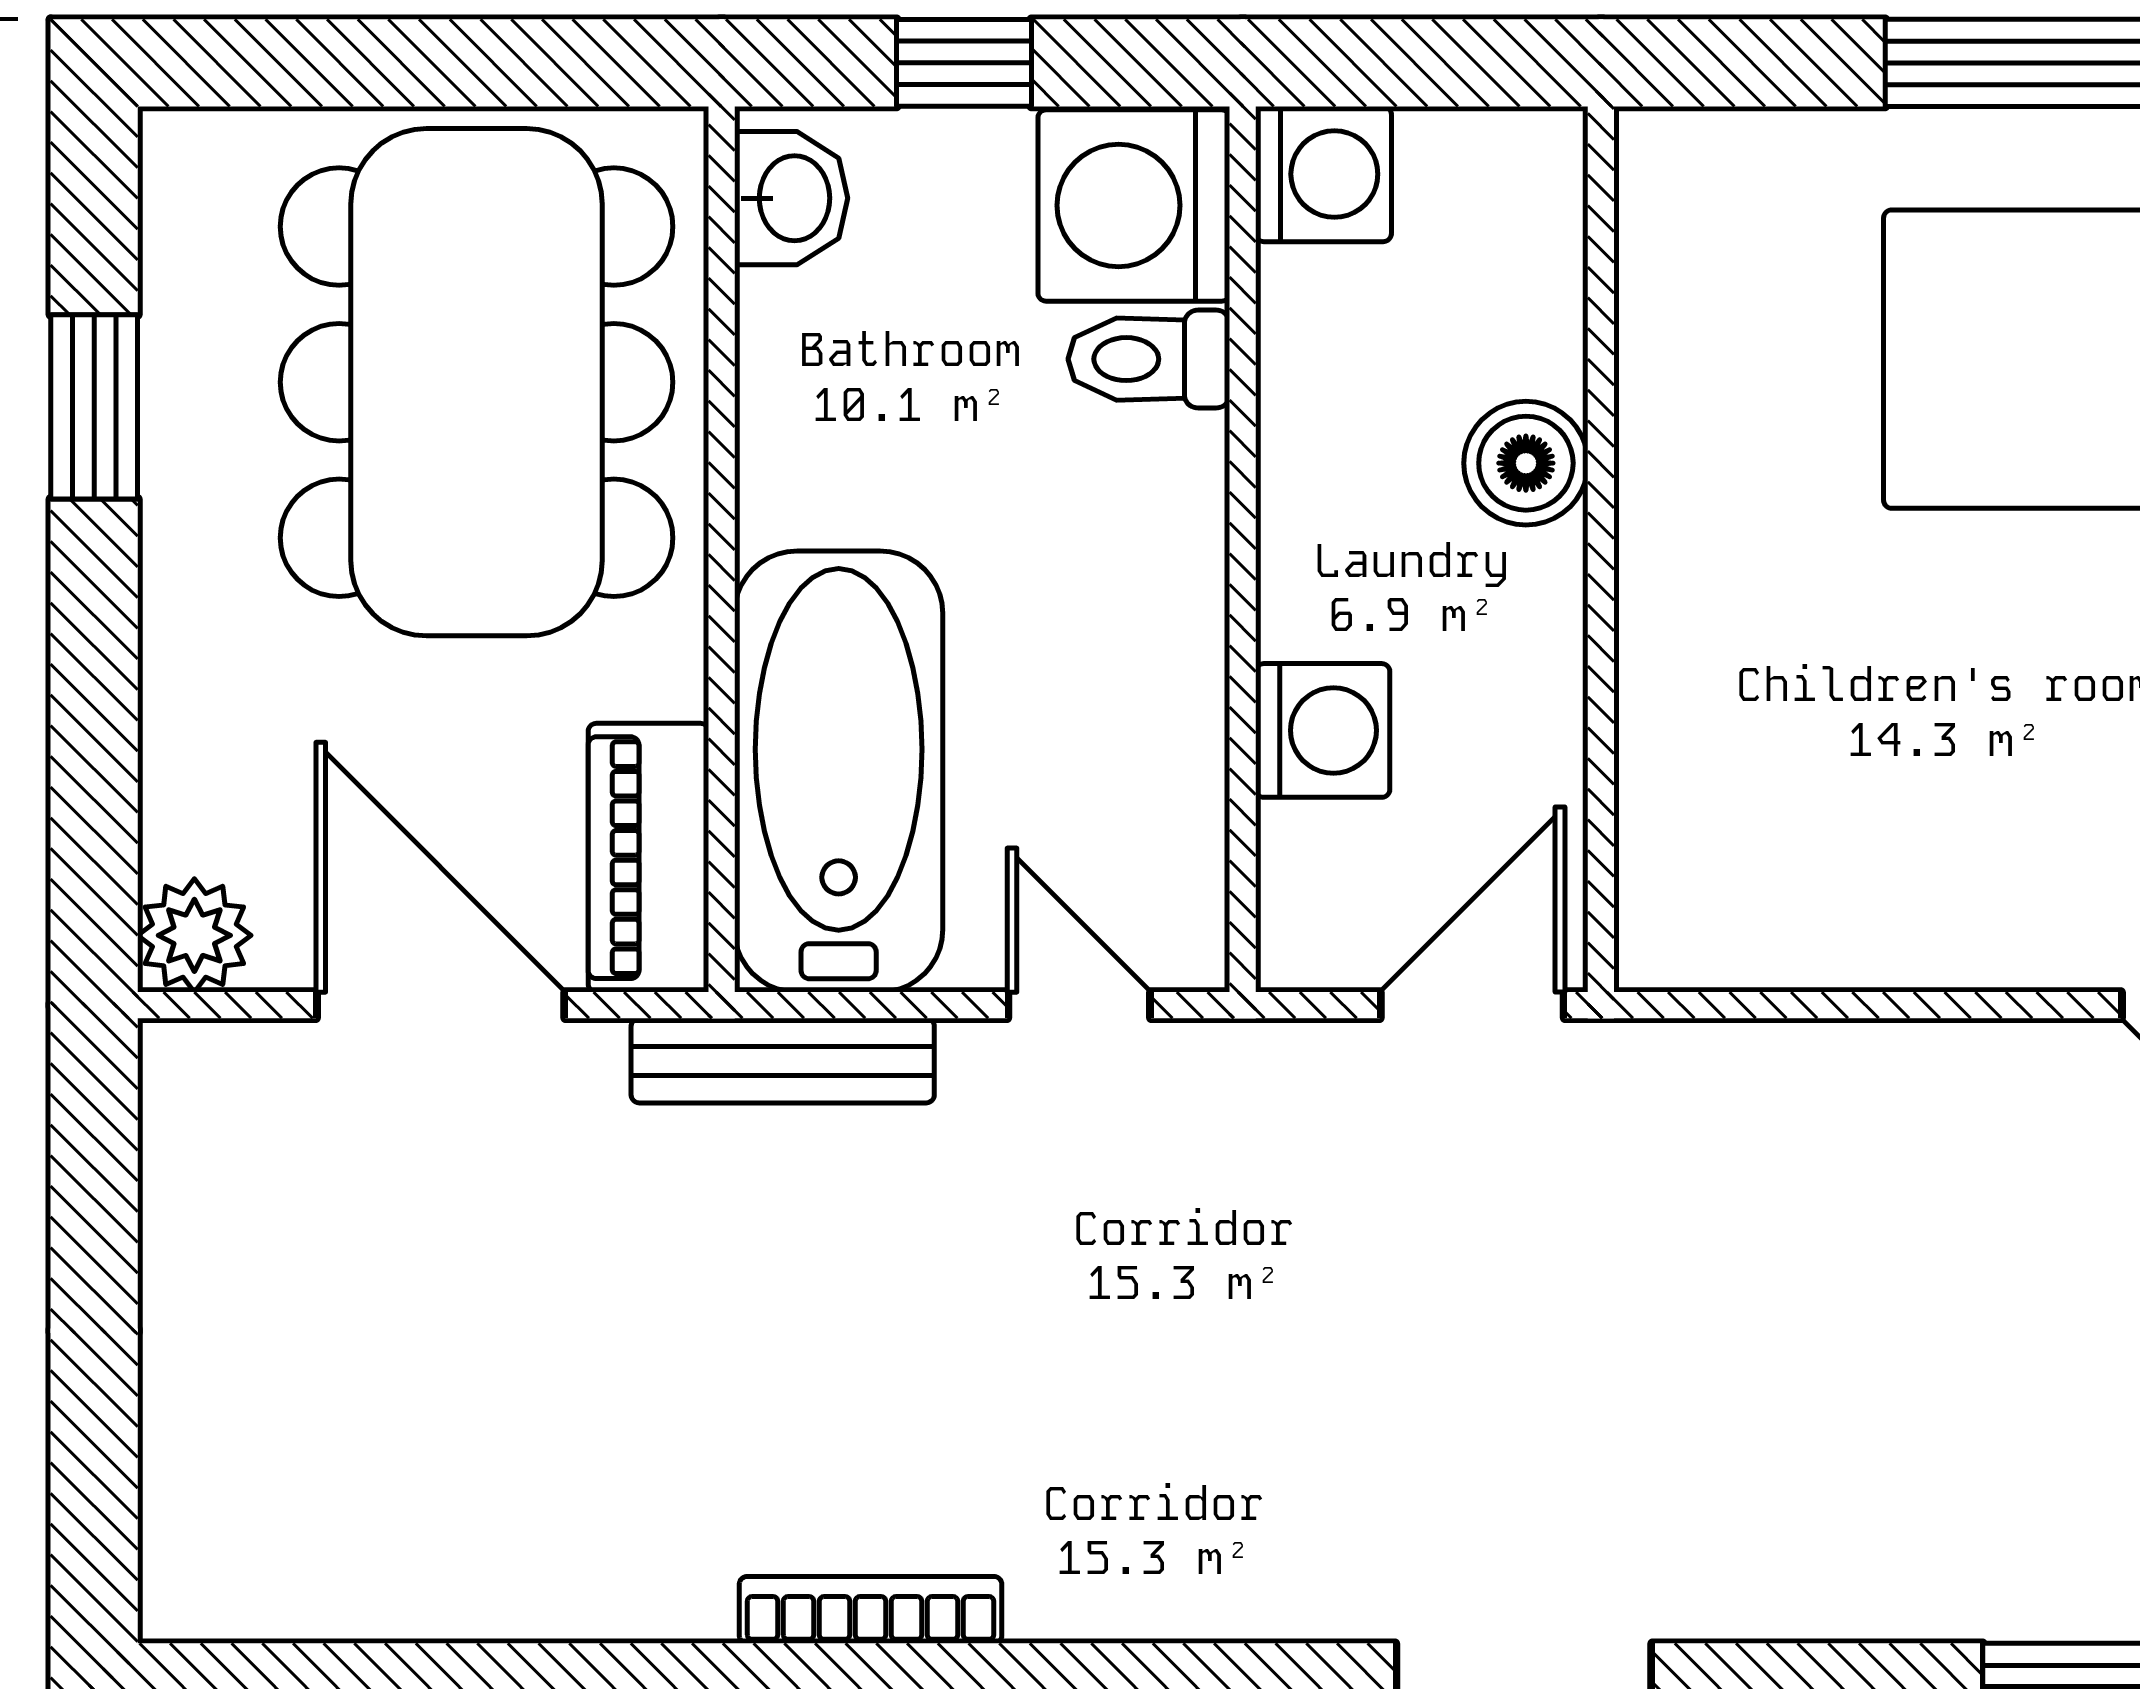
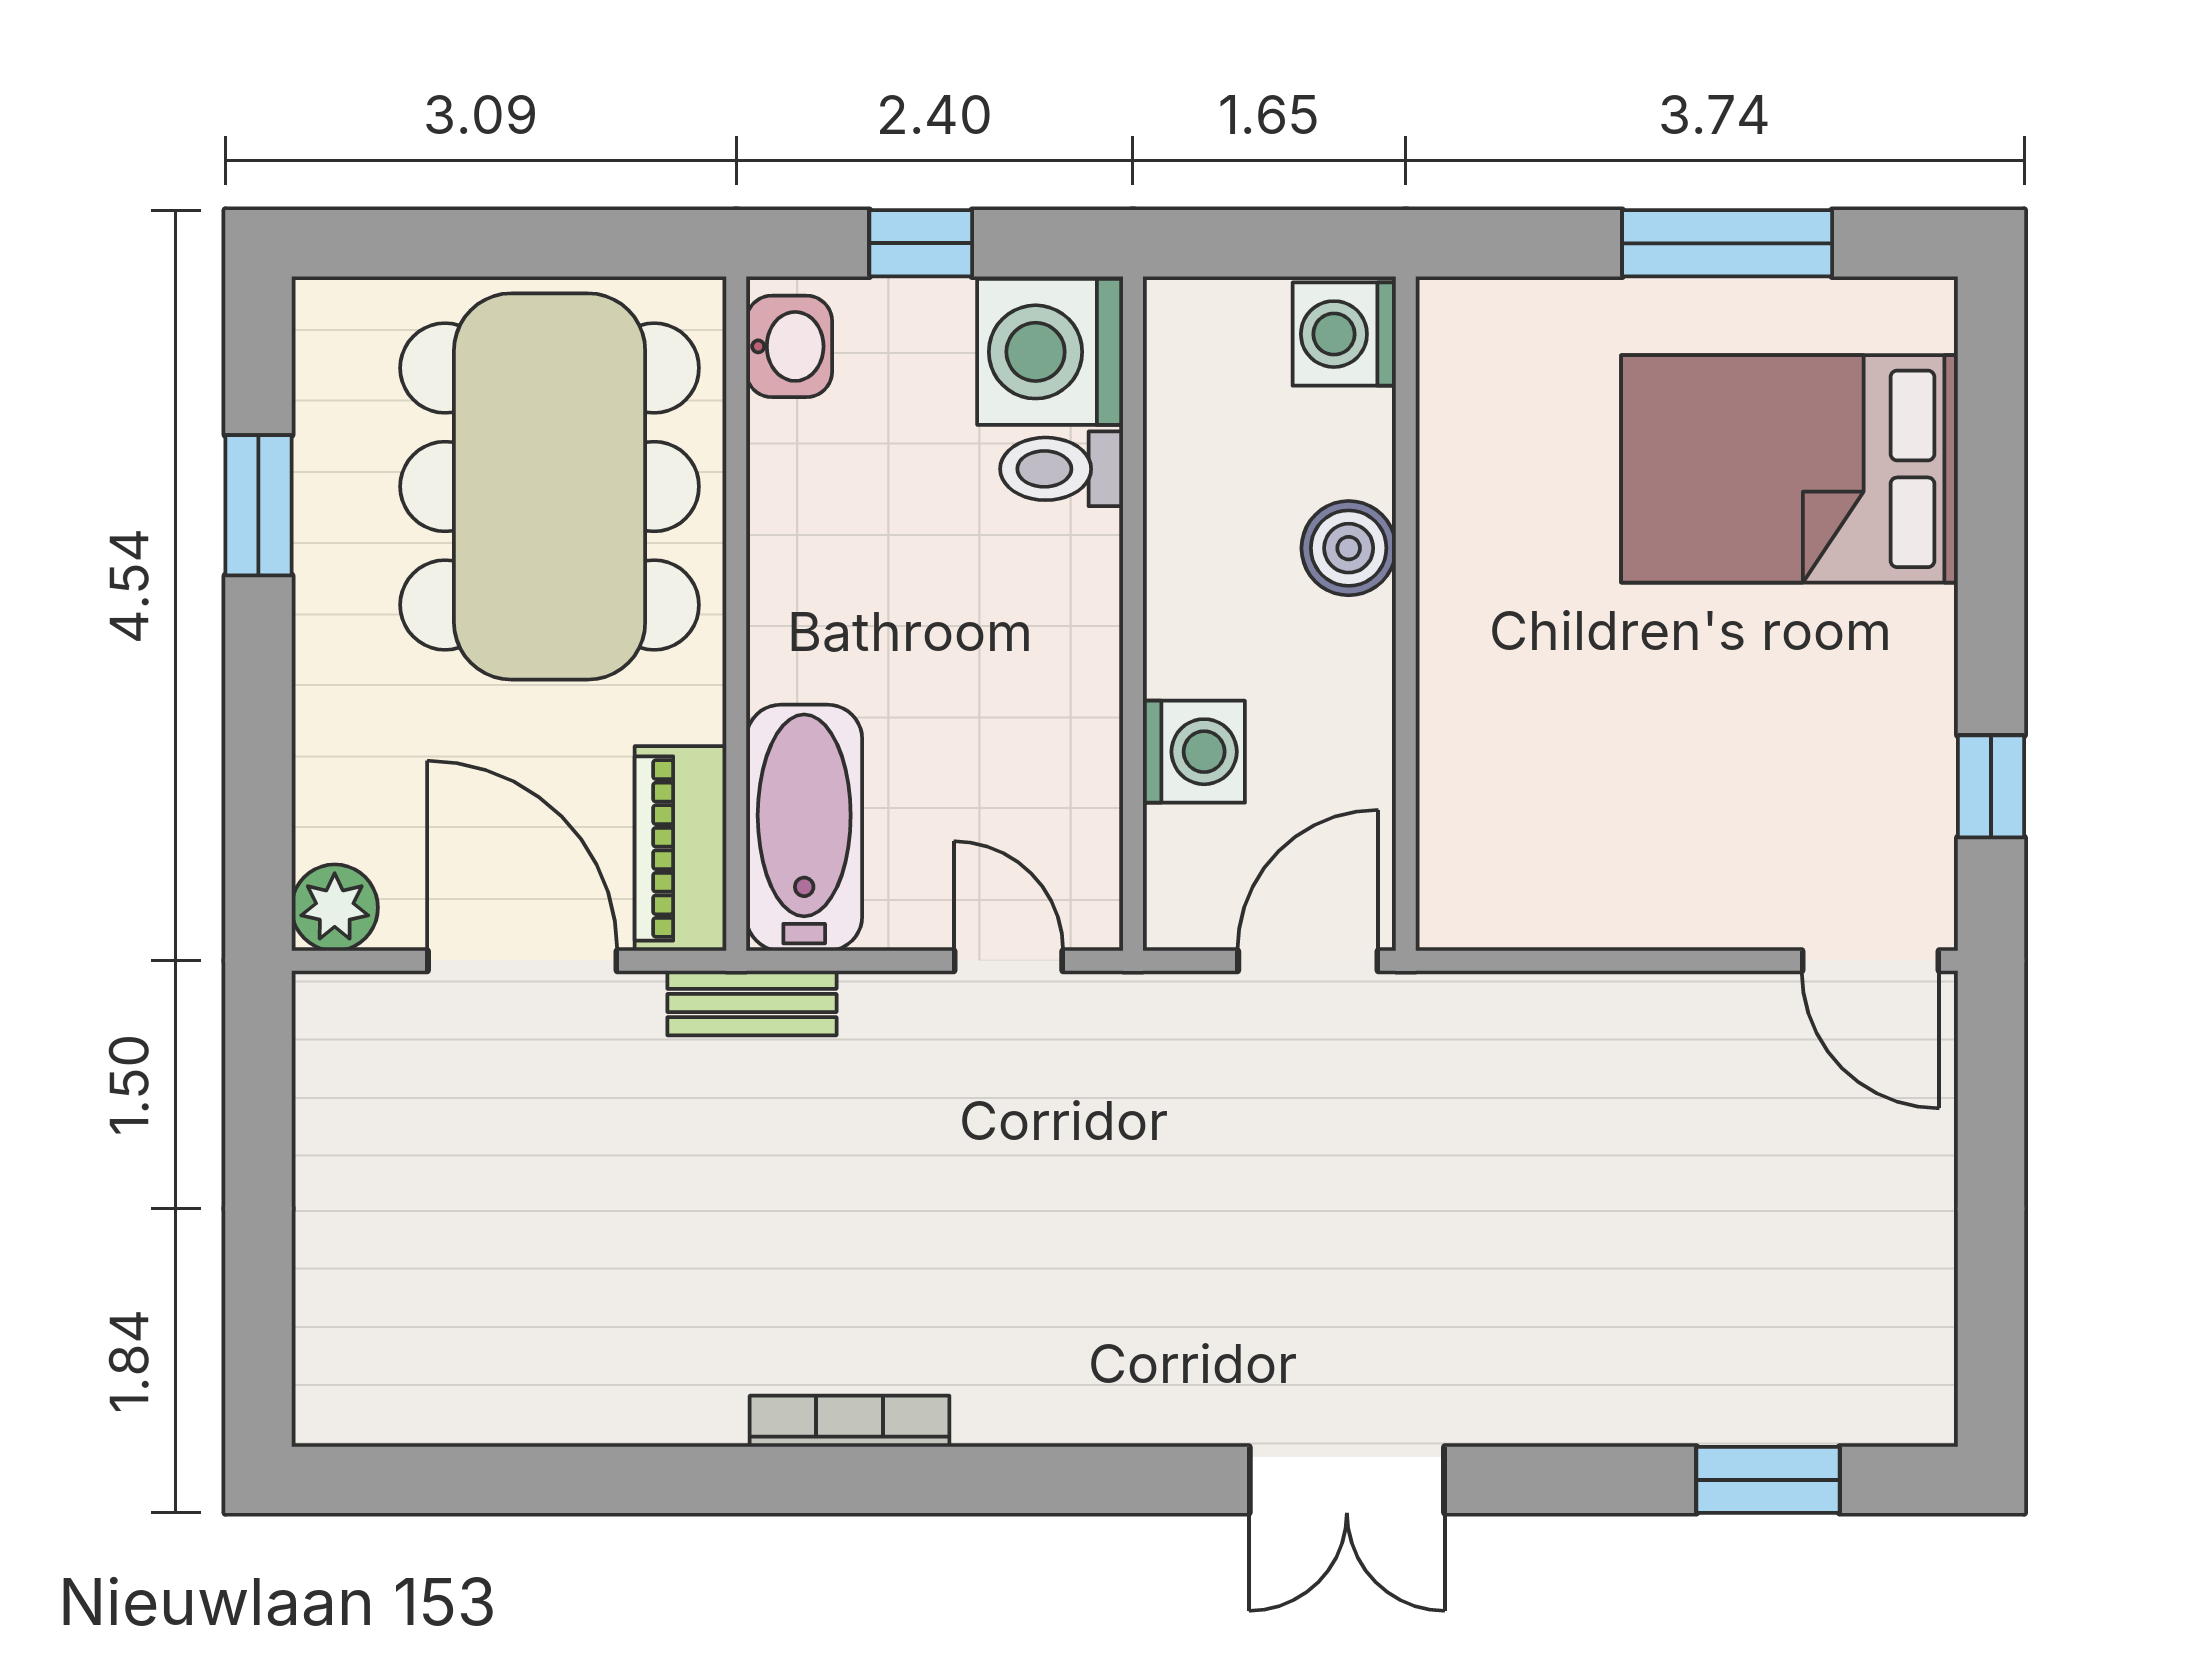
washing machine: (1324, 174) -> (1344, 334), moved, turned 180
bathtub: (839, 771) -> (804, 828), width x0.73, depth x0.73
bench: (783, 1061) -> (752, 1003), width x0.73

